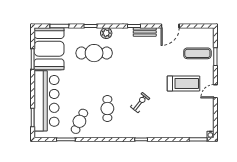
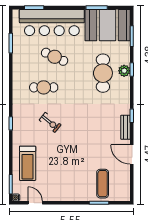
plant: (106, 33) -> (124, 71), moved
treadmill: (183, 84) -> (28, 163), moved
door: (215, 91) -> (35, 203), moved
cafe table: (79, 121) -> (55, 57), moved

